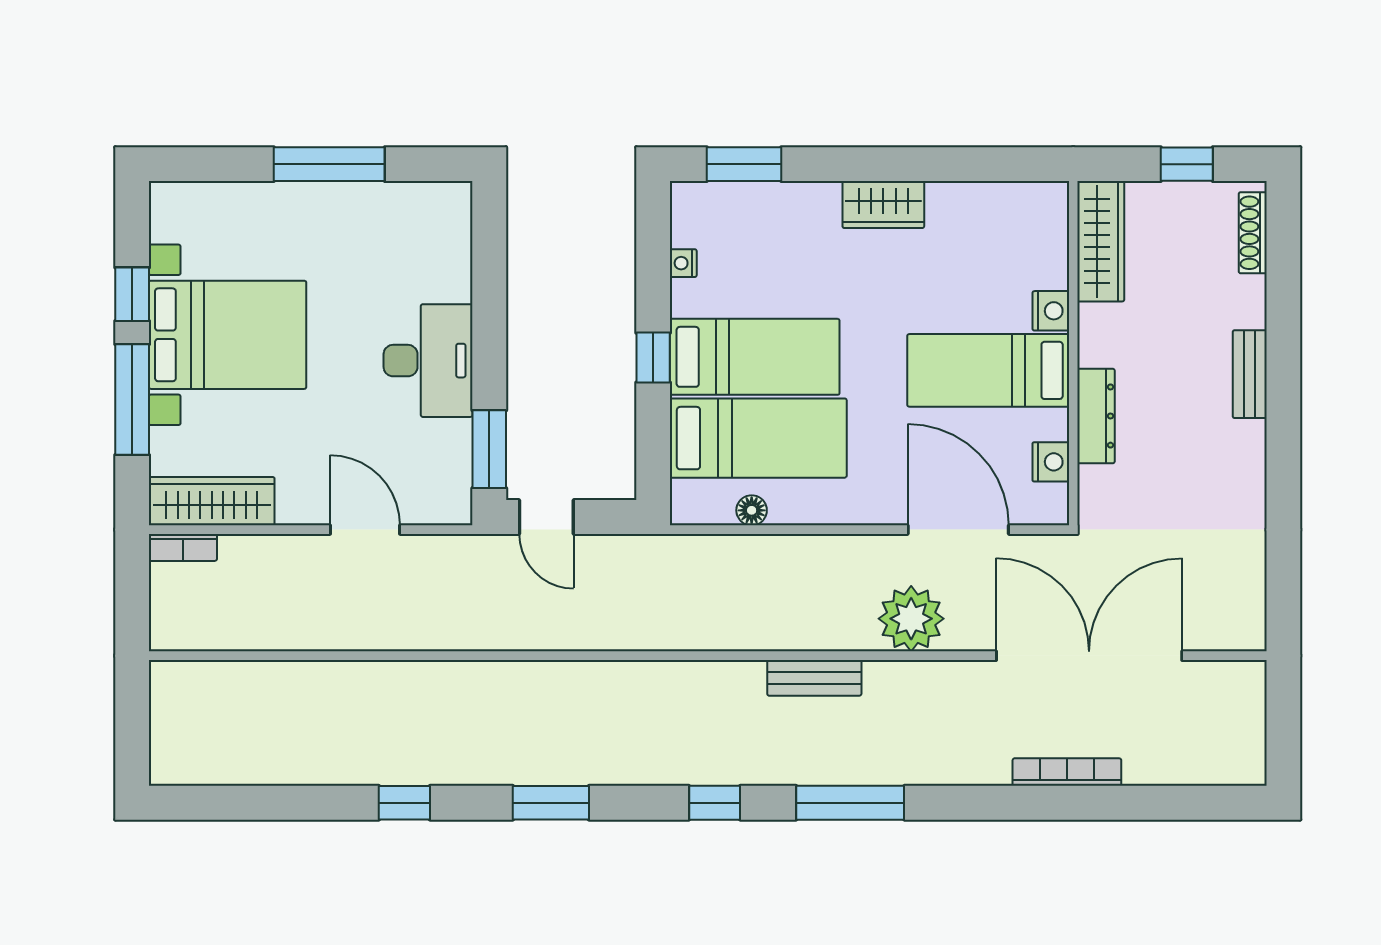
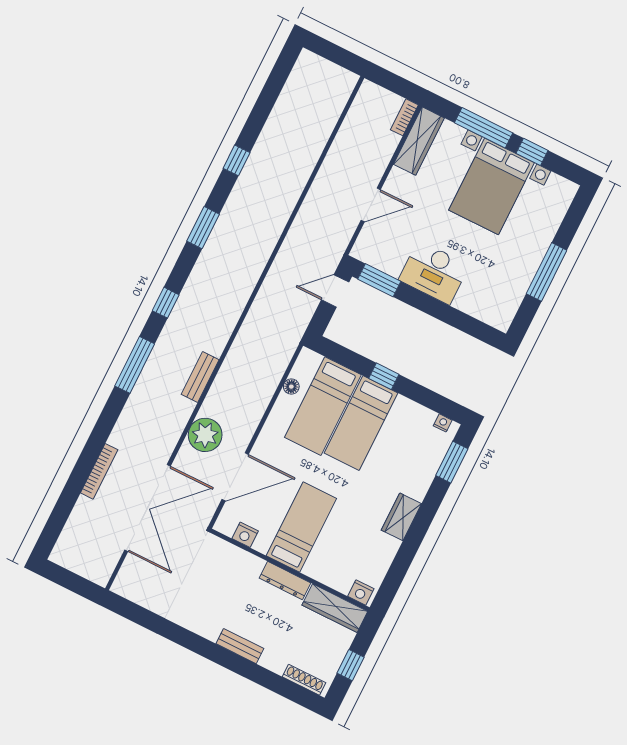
nightstand: (683, 263) -> (443, 423), moved
nightstand: (1051, 311) -> (361, 592), moved
dresser: (1096, 416) -> (285, 581), moved

